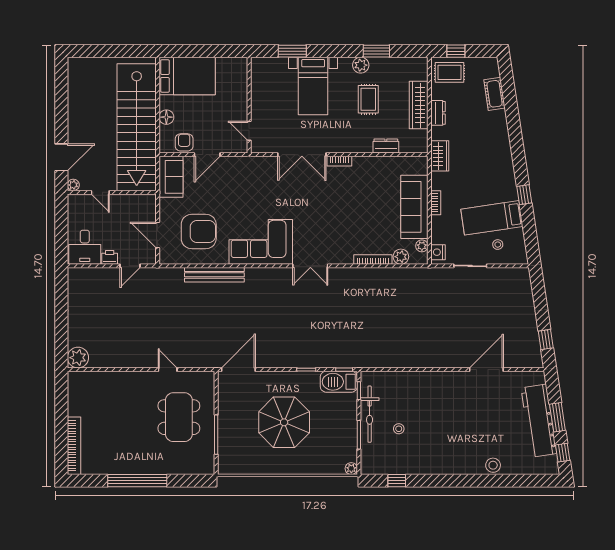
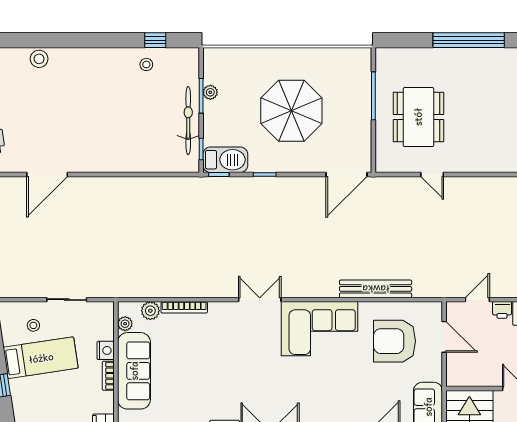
nightstand: (438, 252) -> (106, 350), moved
stool: (399, 429) -> (146, 64), moved
plant: (351, 469) -> (210, 92), moved

